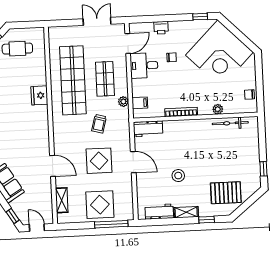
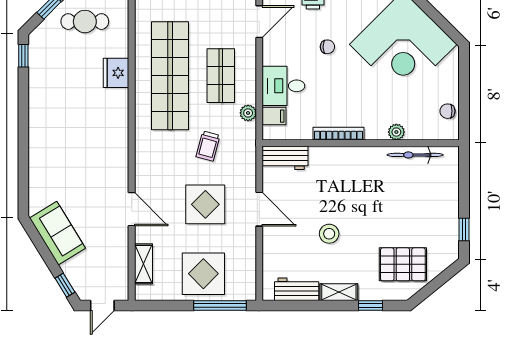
desk: (144, 66) -> (283, 86), moved
fridge: (39, 95) -> (116, 73), moved
door: (37, 228) -> (102, 305), swing flipped

